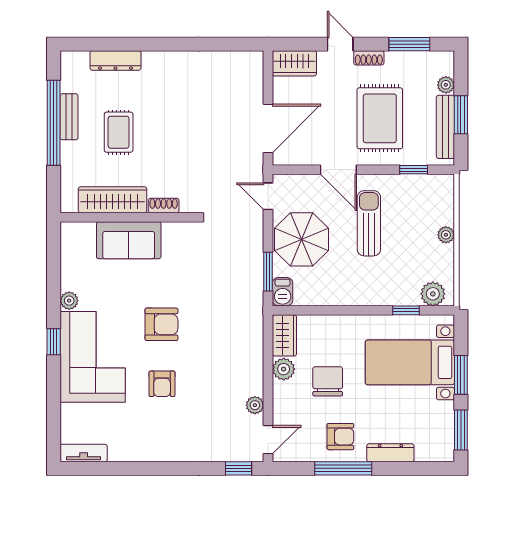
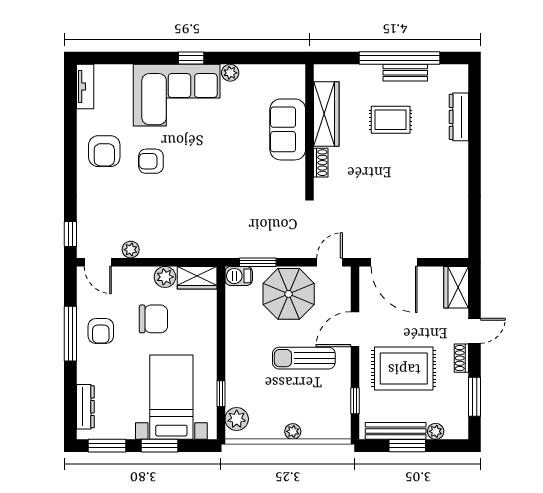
sun lounger: (369, 223) -> (304, 358), turned 180
armchair: (161, 324) -> (104, 151), moved
dresser: (390, 453) -> (85, 407), moved

